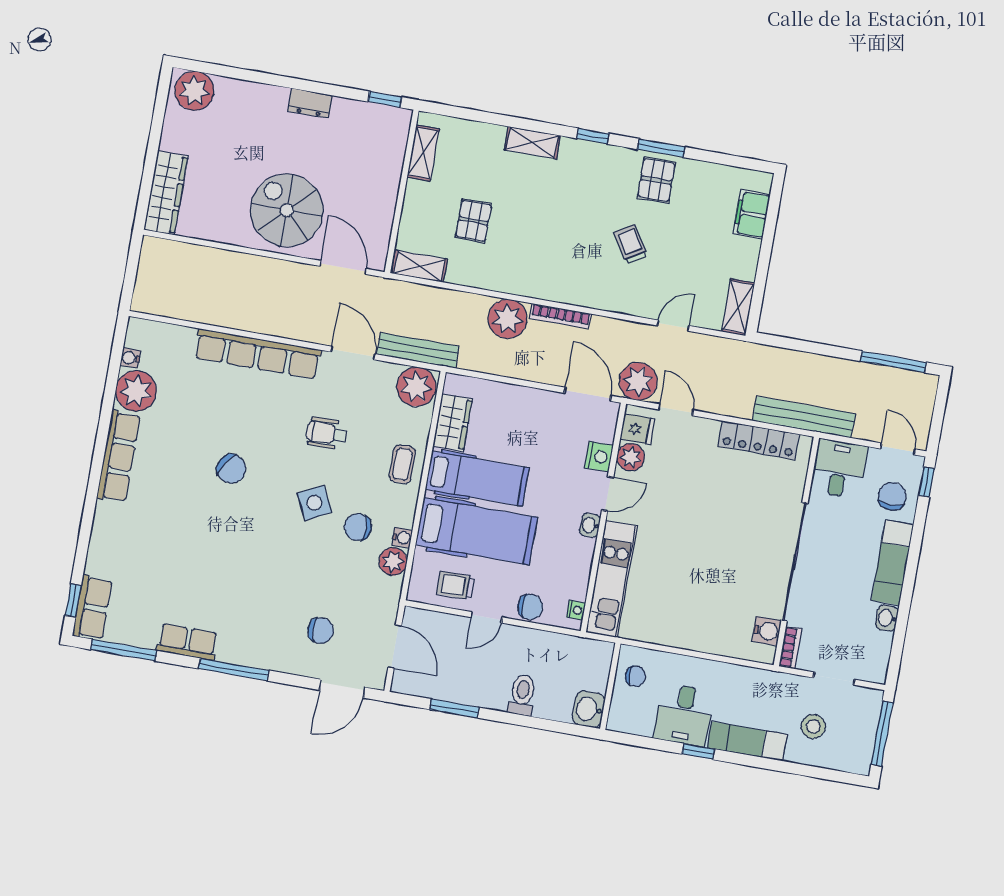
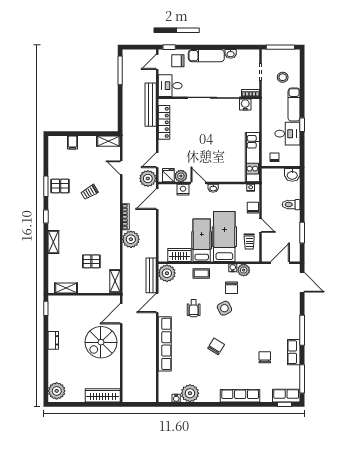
filing cabinet: (752, 214) -> (72, 142), width x0.50
row of seats: (119, 456) -> (240, 396), moved
kitchen unit: (611, 579) -> (252, 157), moved, turned -90
chair: (321, 631) -> (265, 357), moved

